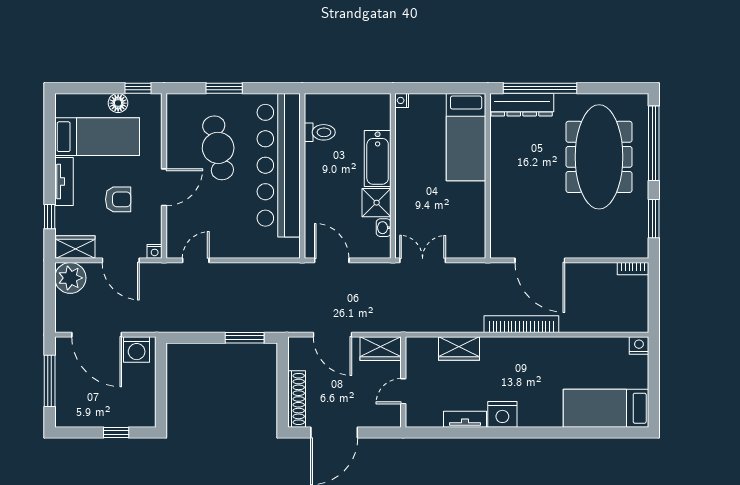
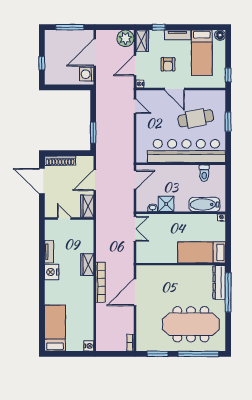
floor lamp: (118, 103) -> (220, 35), moved
bathtub: (378, 159) -> (204, 205), moved
wardrobe: (459, 348) -> (87, 265), moved

